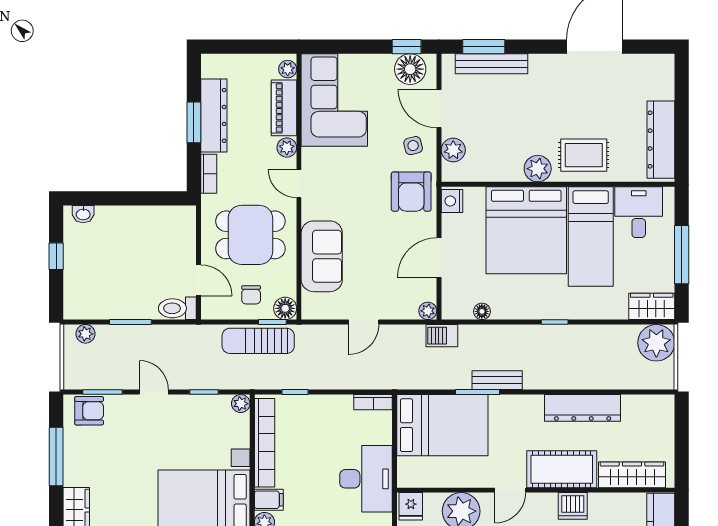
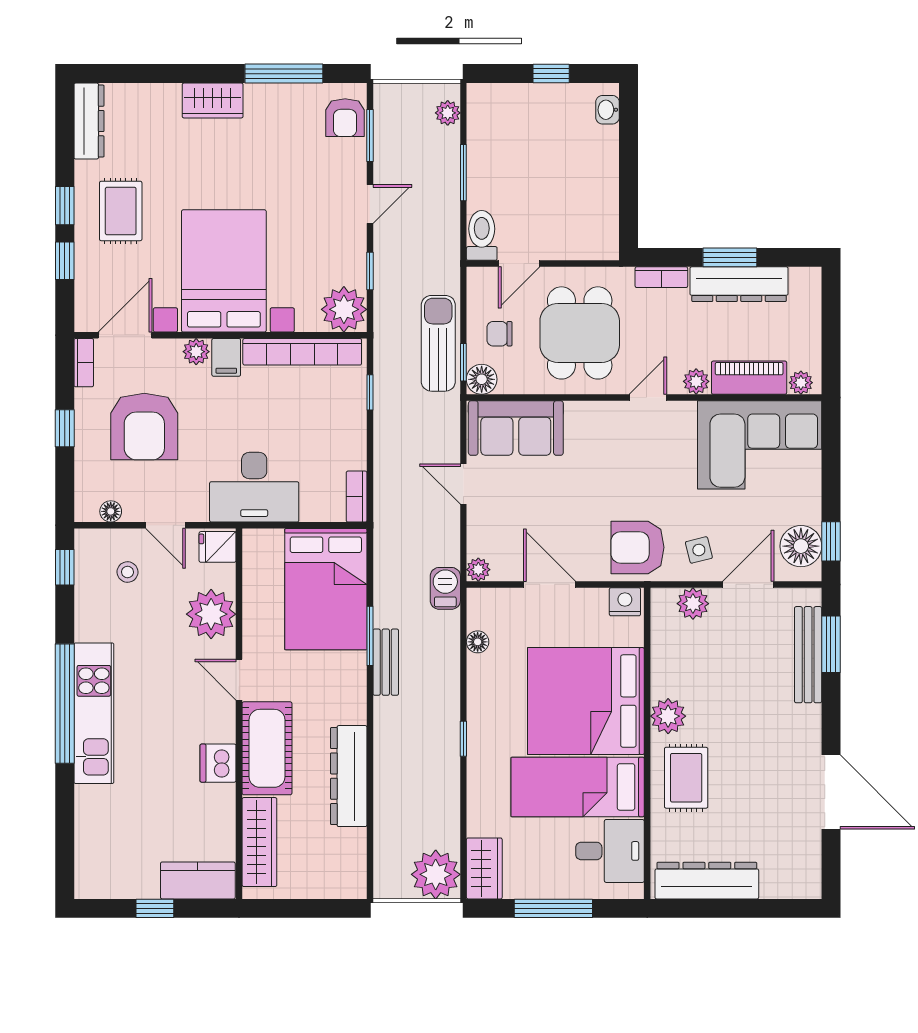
sofa: (322, 256) -> (516, 428), moved
plant: (241, 404) -> (344, 309), width x1.88, depth x1.88

